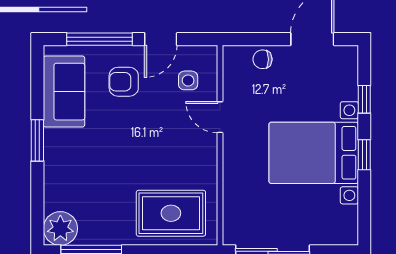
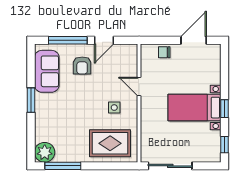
side table: (188, 80) -> (114, 108), moved
armchair: (124, 82) -> (82, 65), turned -90
window: (364, 99) -> (224, 145), moved
bed with nightstands: (314, 153) -> (195, 108), width x0.73

